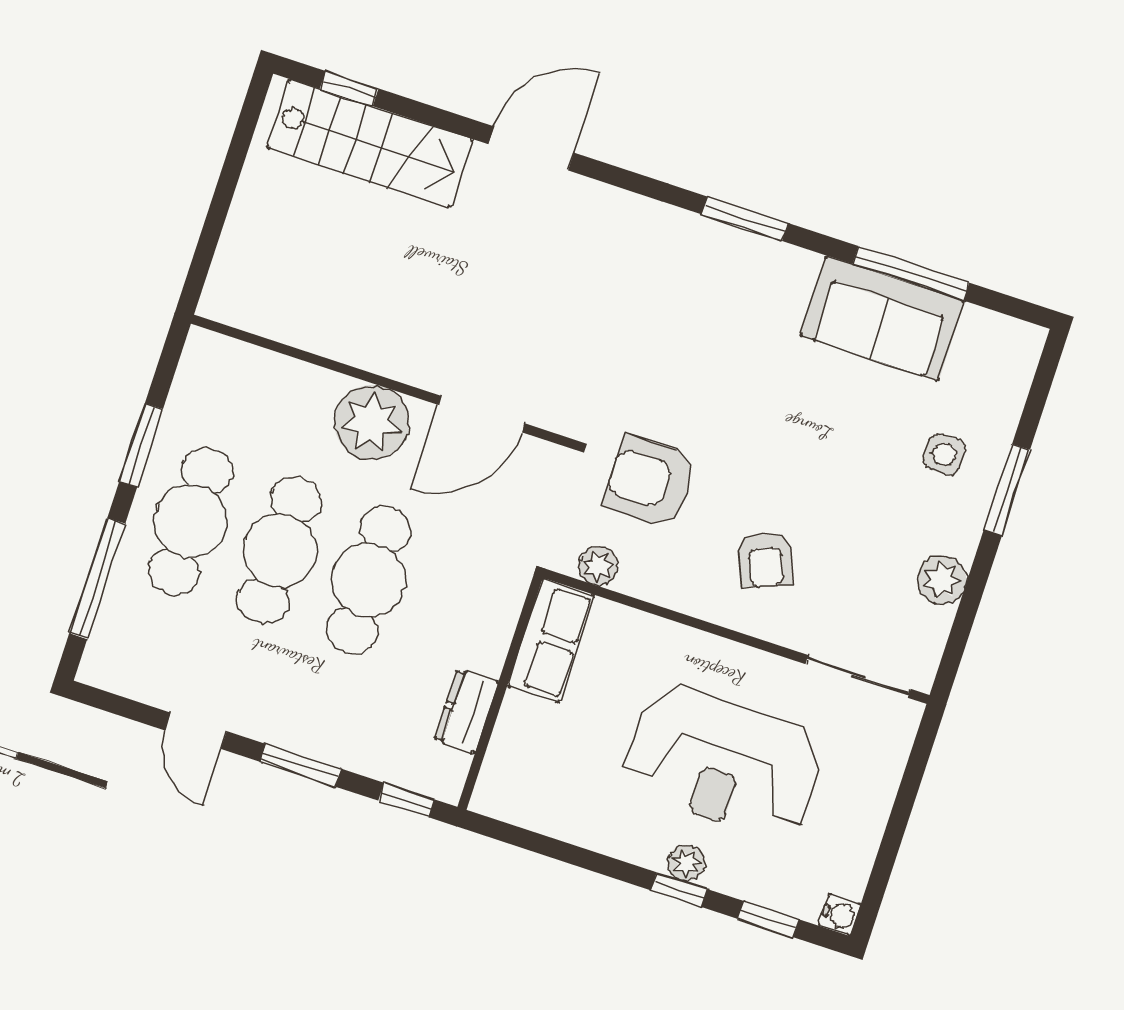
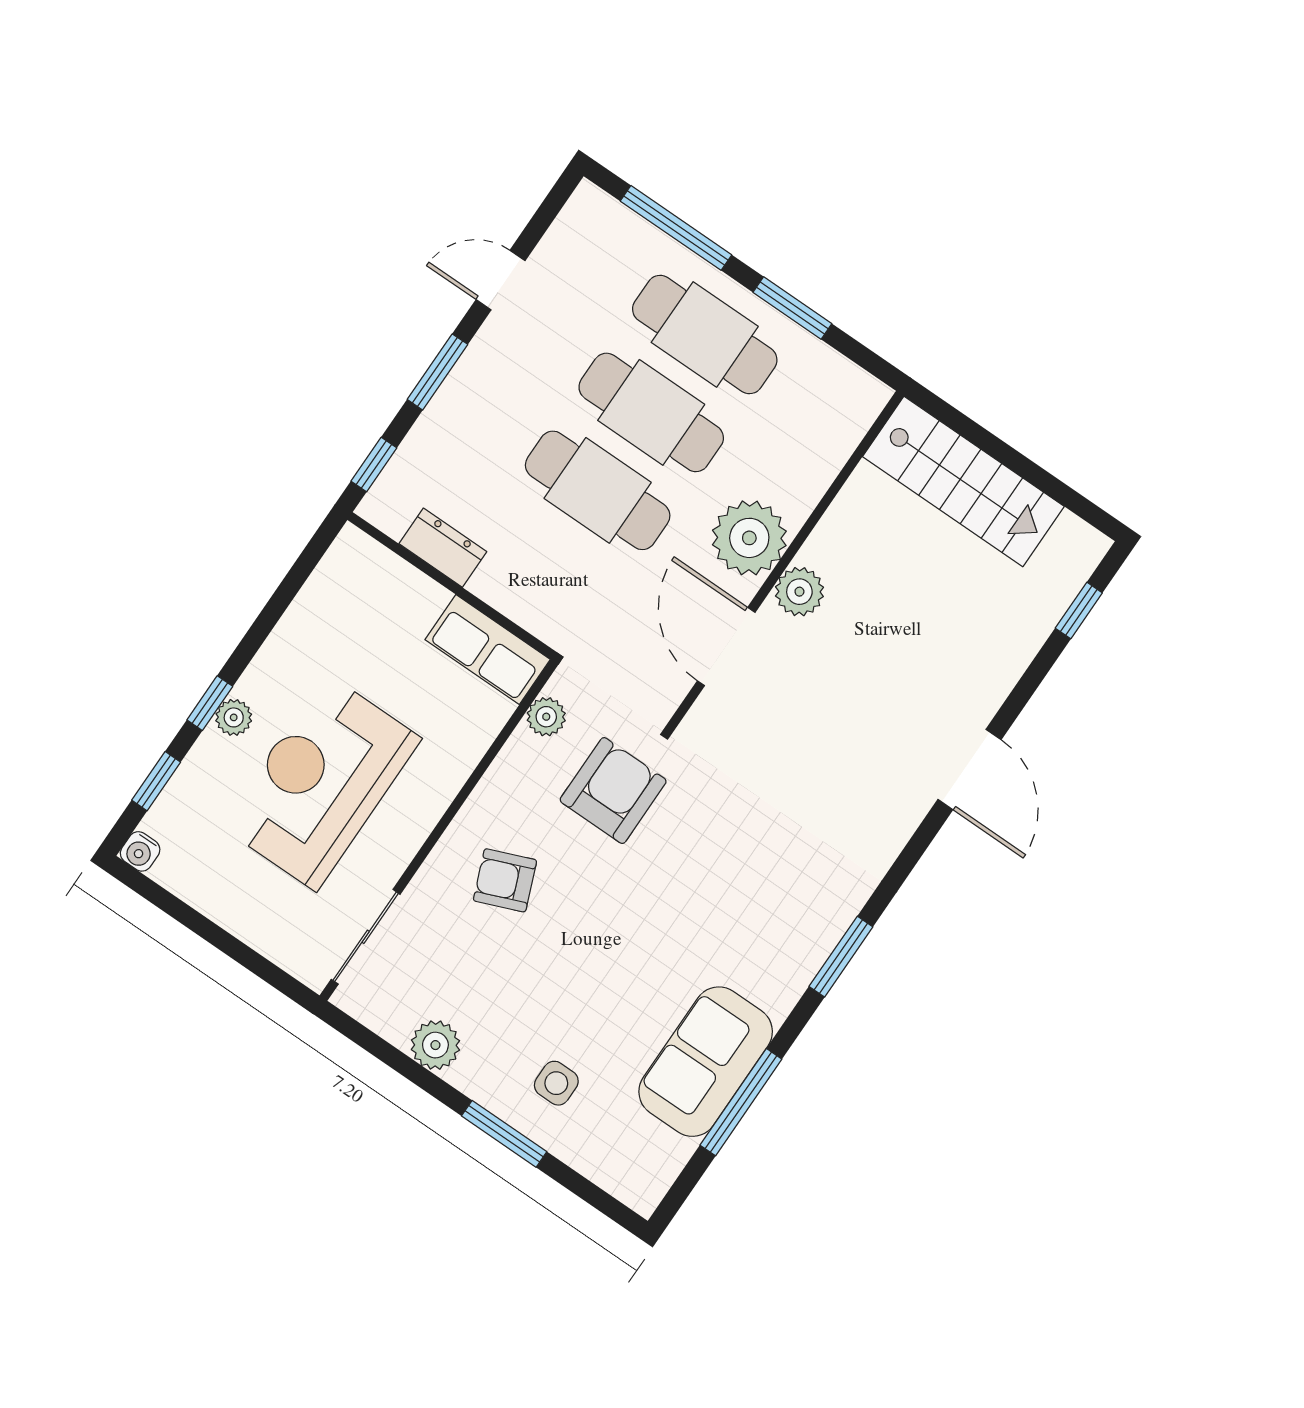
stairs: (370, 144) -> (963, 482), moved, turned -90
plant: (409, 360) -> (799, 592), added

